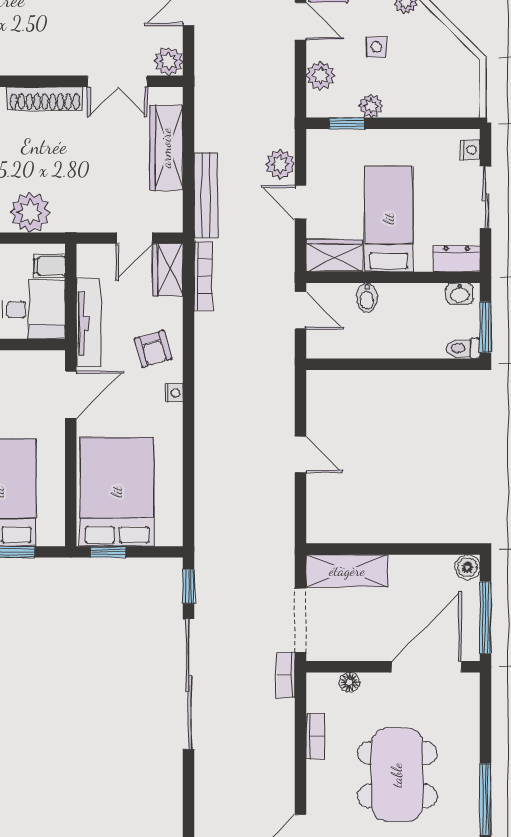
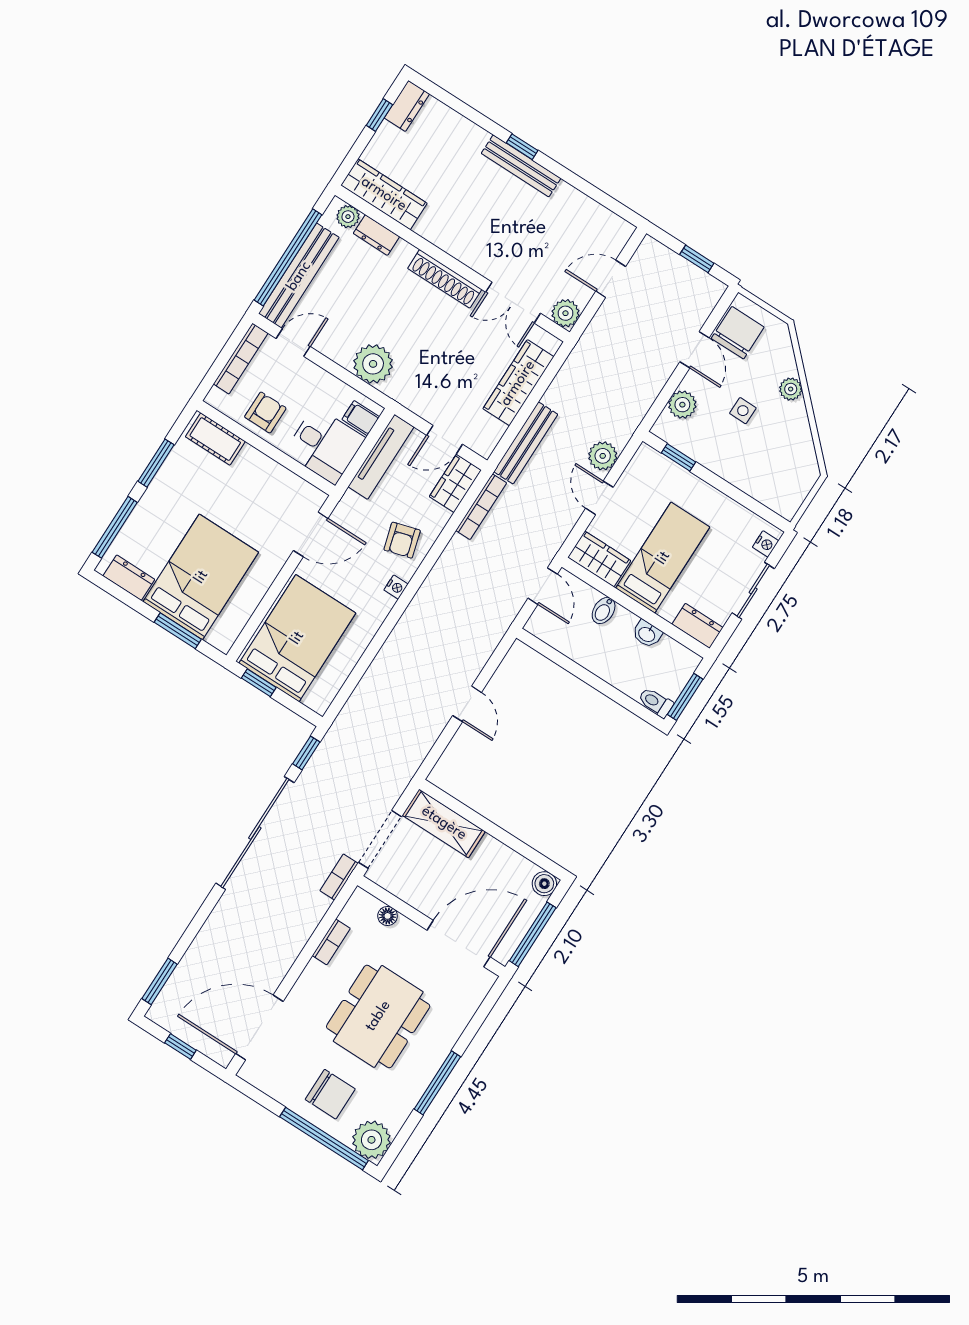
plant: (371, 106) -> (708, 456), removed
washbasin: (460, 294) -> (647, 634), moved
tv unit: (89, 323) -> (381, 457), moved

